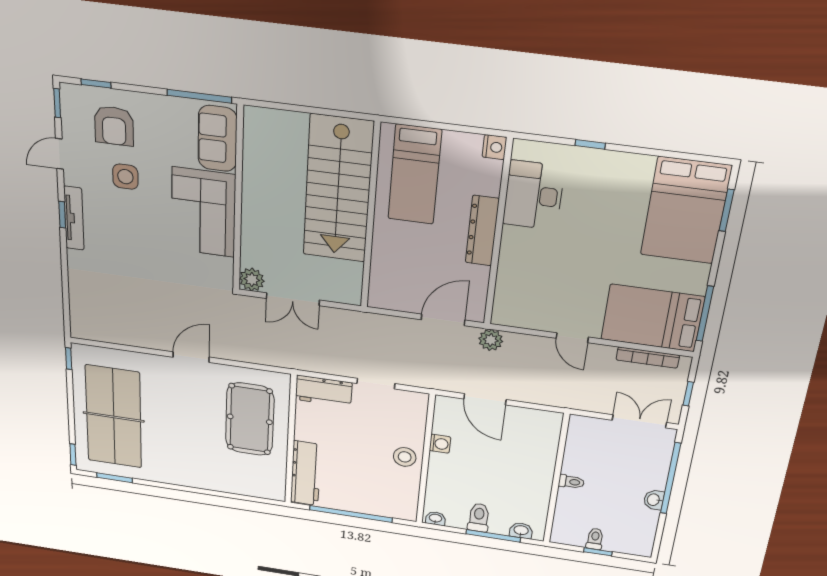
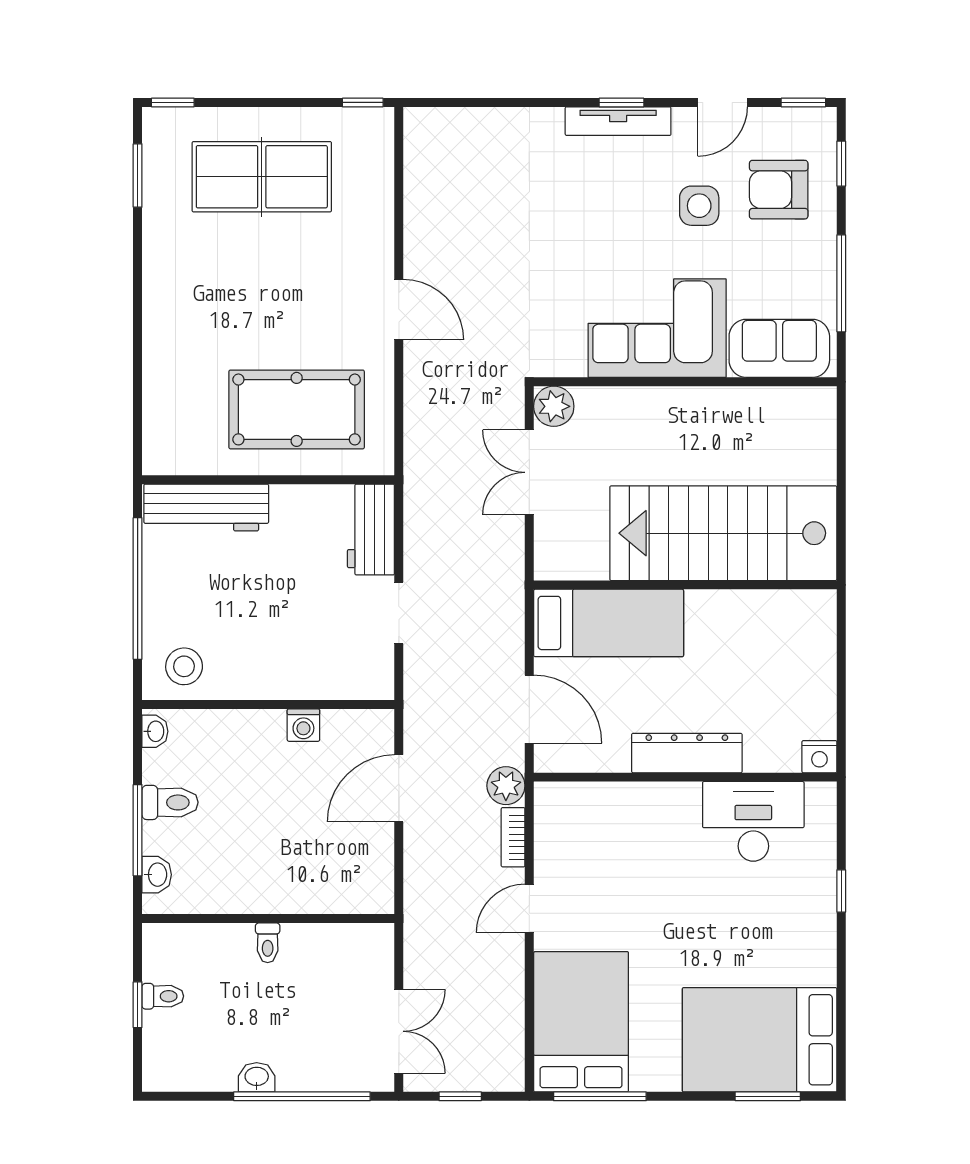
window: (199, 96) -> (841, 283), moved
door: (59, 154) -> (723, 102), swing flipped
bed: (415, 175) -> (609, 623), moved, turned 180
bookcase: (648, 358) -> (513, 837), moved, width x0.64
table tennis table: (114, 417) -> (262, 177), width x0.73, depth x0.76
stool: (405, 457) -> (184, 666), moved

